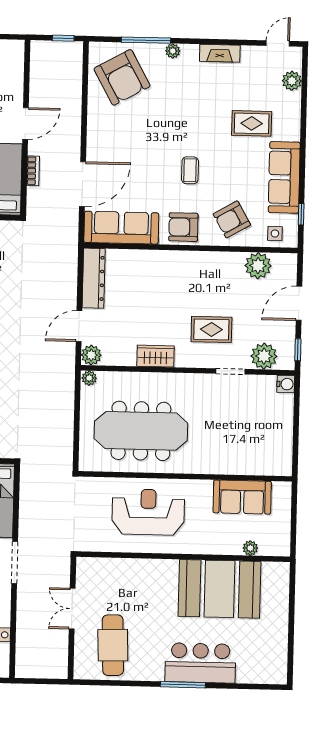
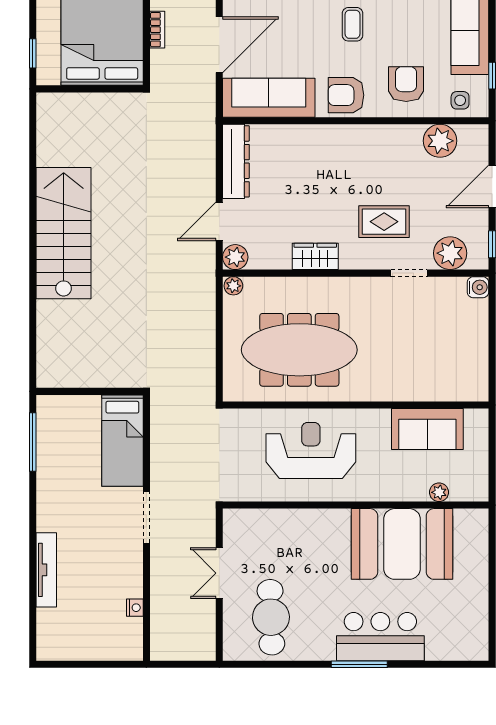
armchair: (232, 219) -> (406, 84), turned 120

